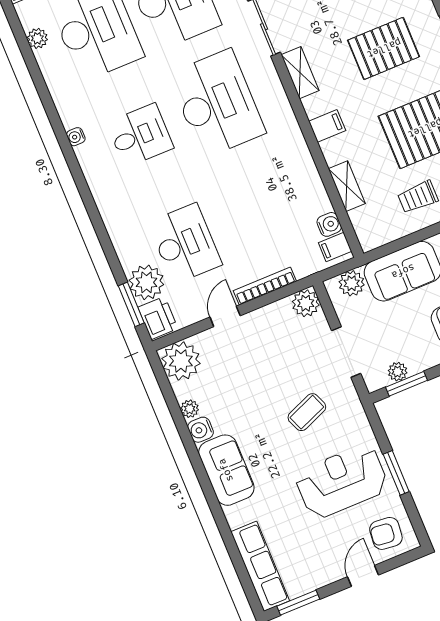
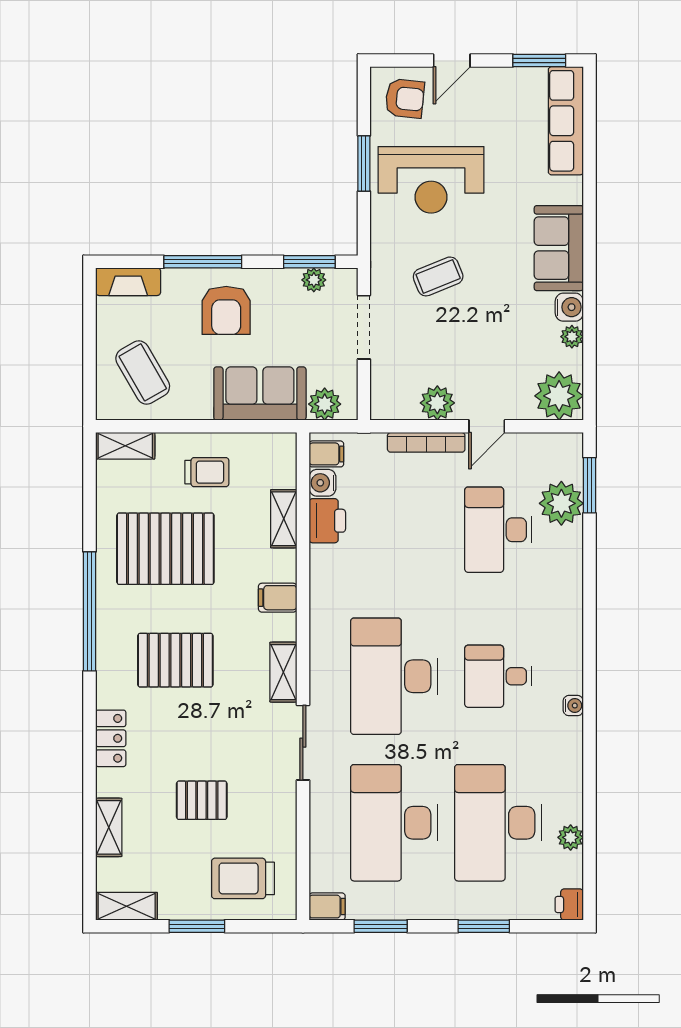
plant: (306, 303) -> (437, 403), moved
printer: (158, 318) -> (327, 521), moved, turned 180

